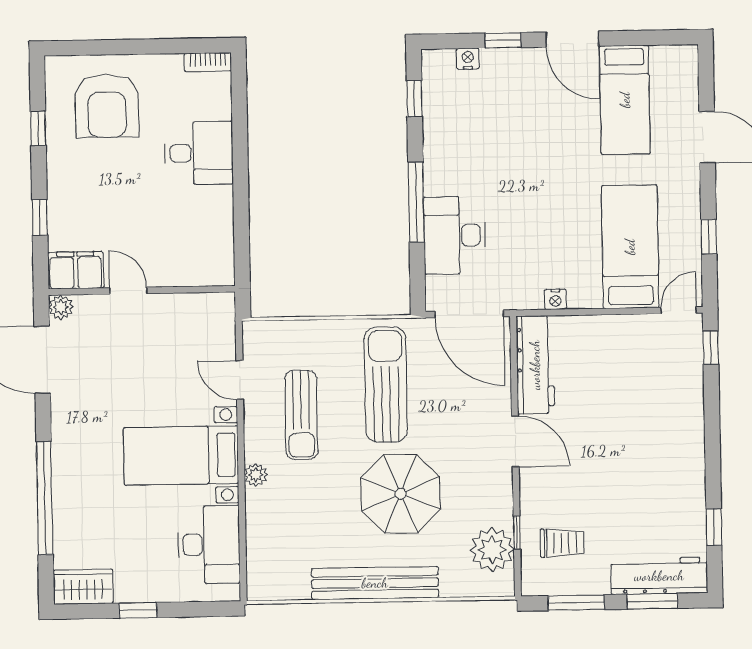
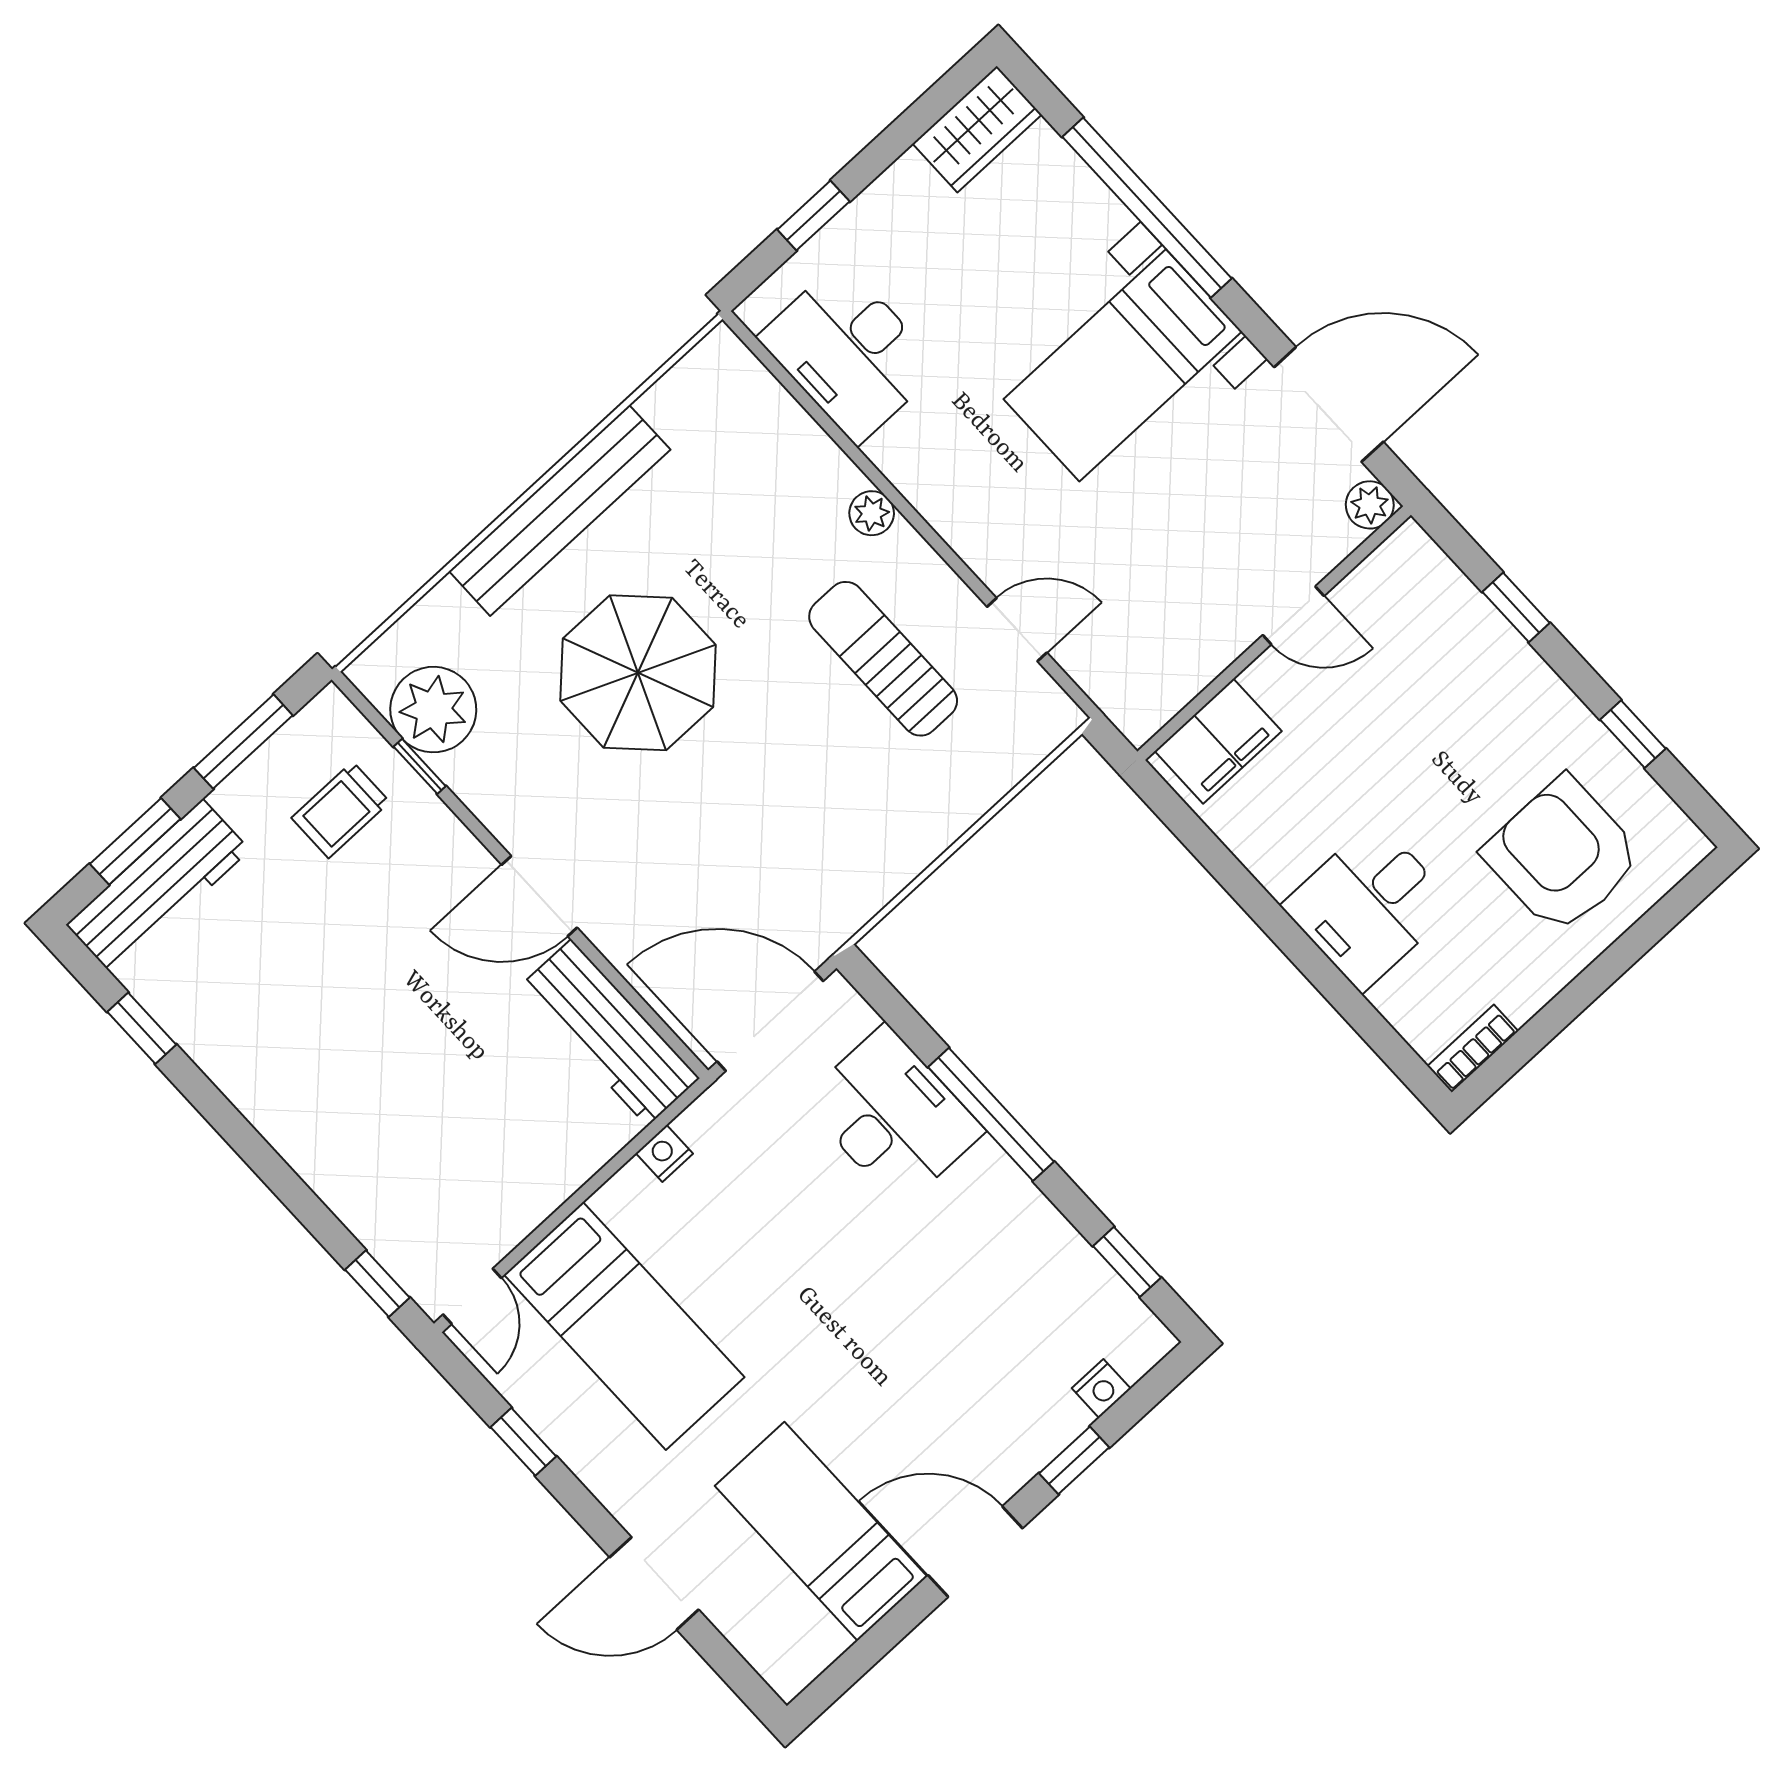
filing cabinet: (76, 270) -> (1218, 741), moved
sun lounger: (386, 385) -> (800, 811), removed
bed with nightstands: (181, 455) -> (1123, 365), moved, turned 180
window: (138, 610) -> (813, 216), moved

